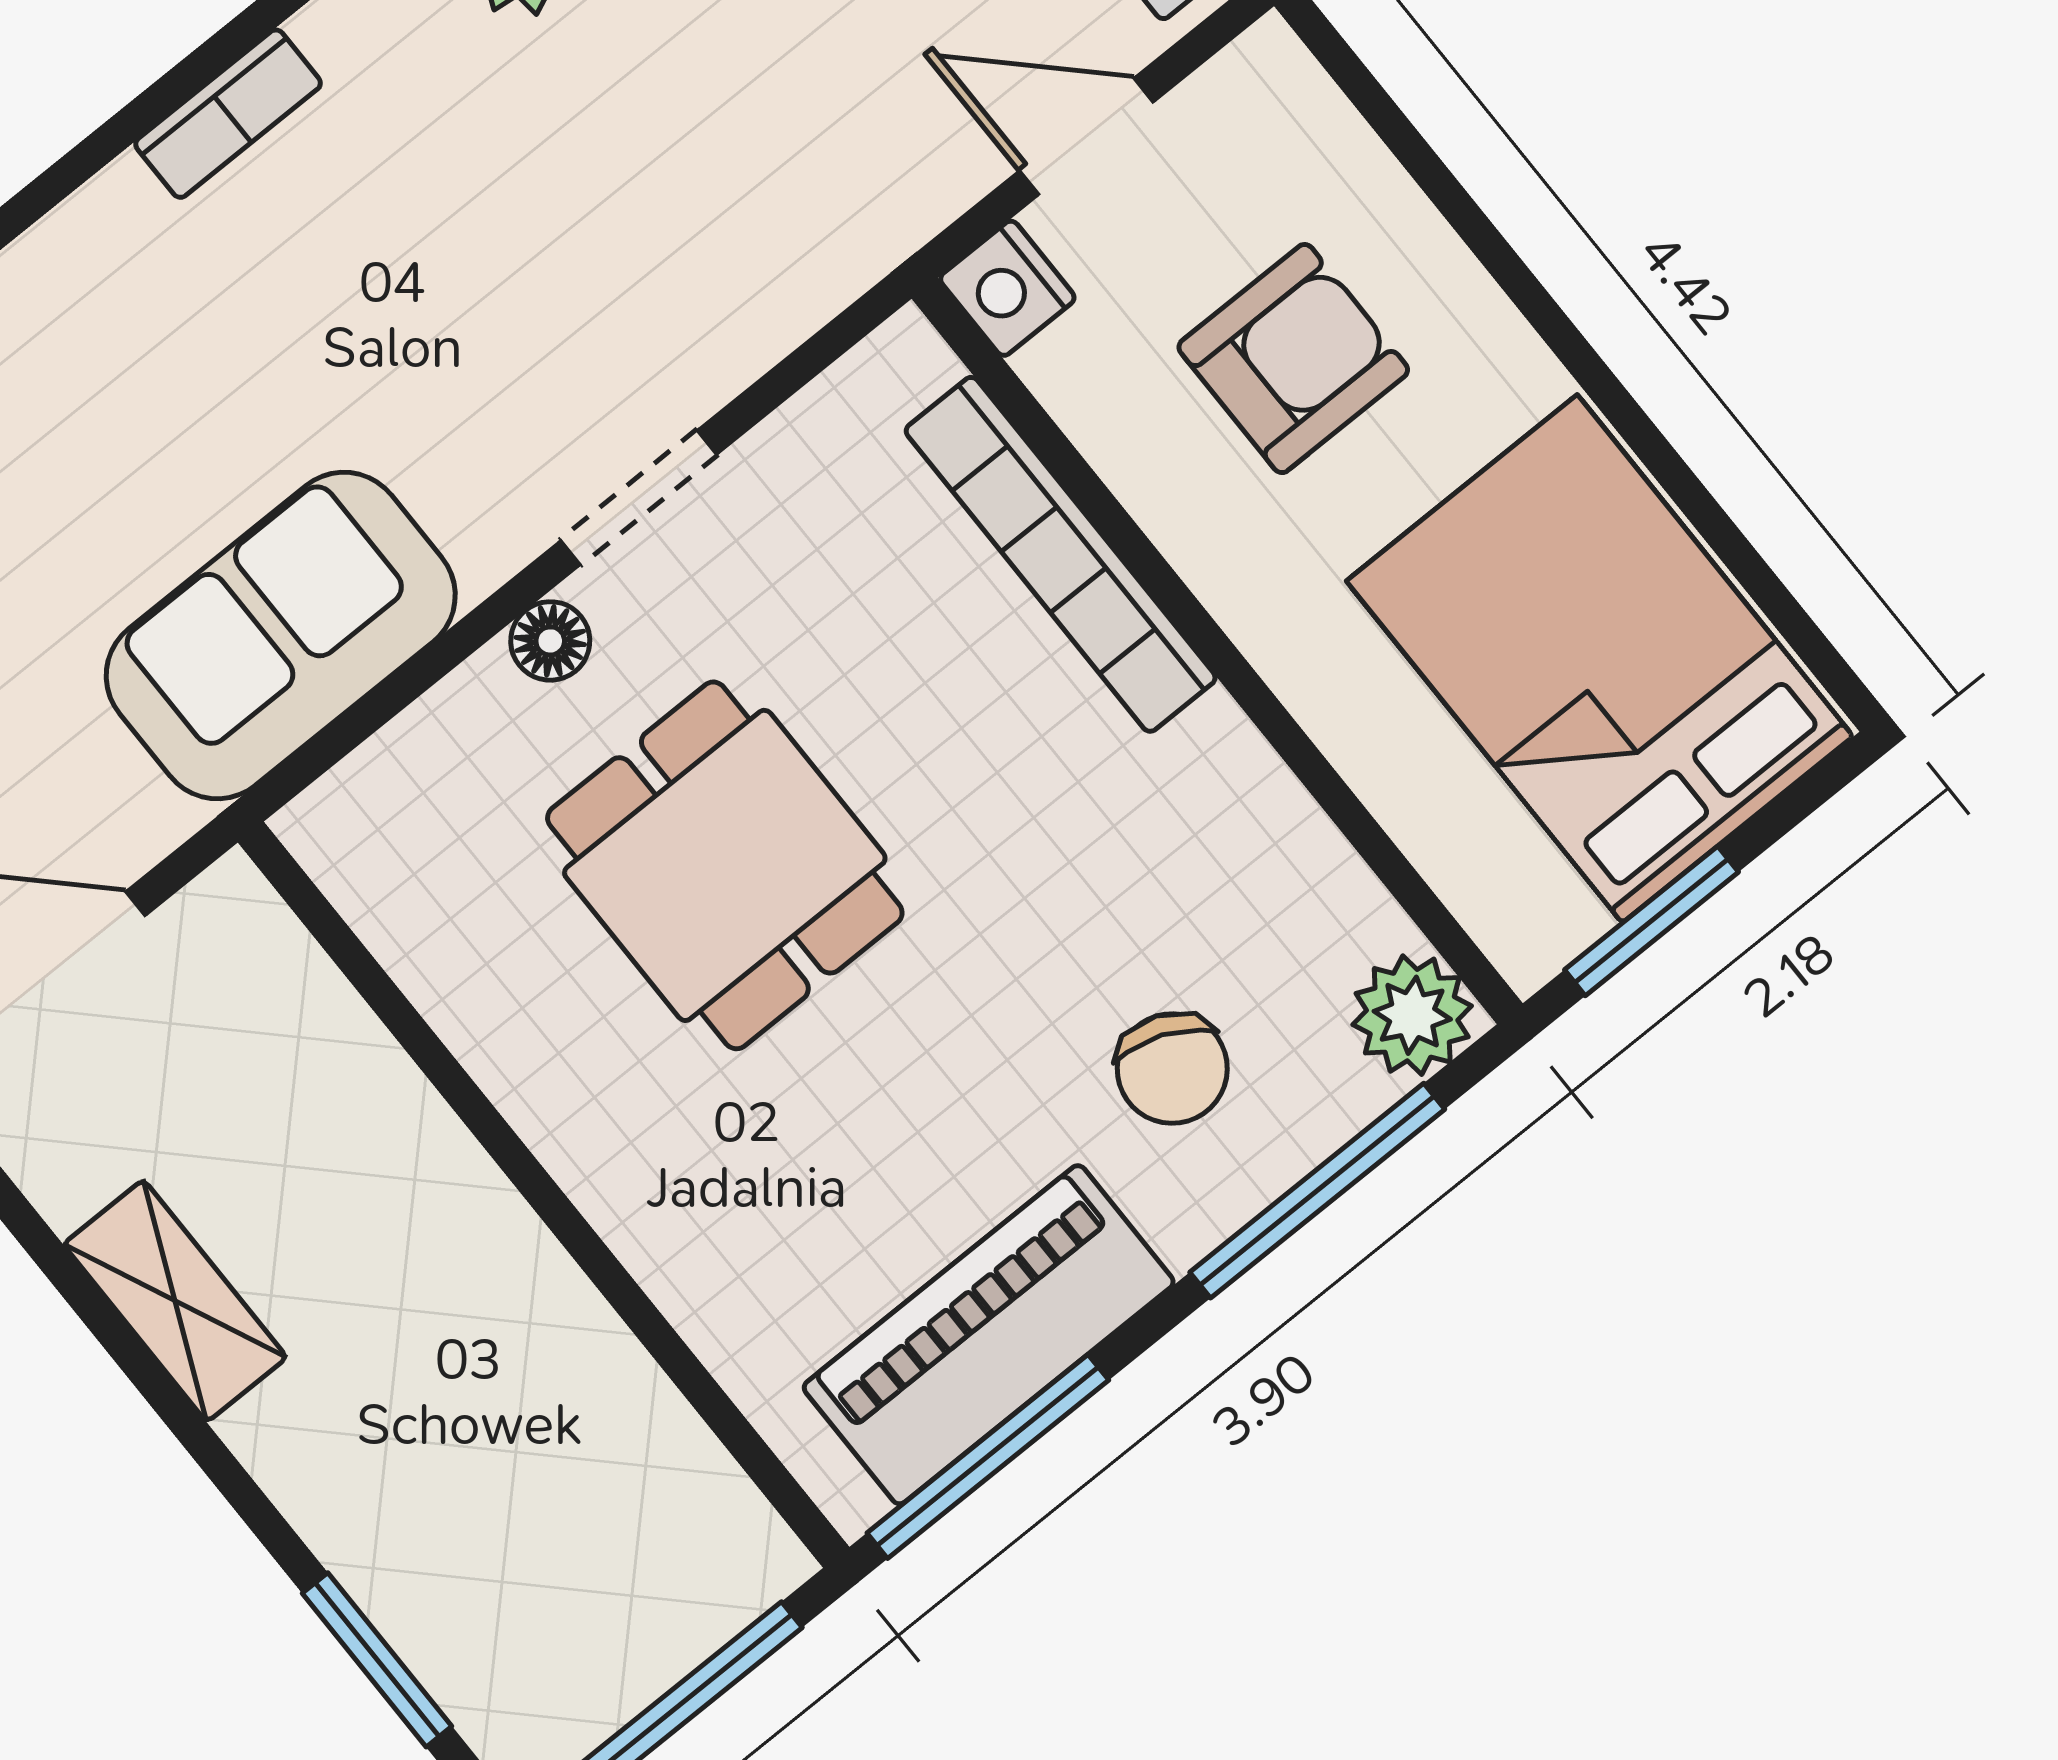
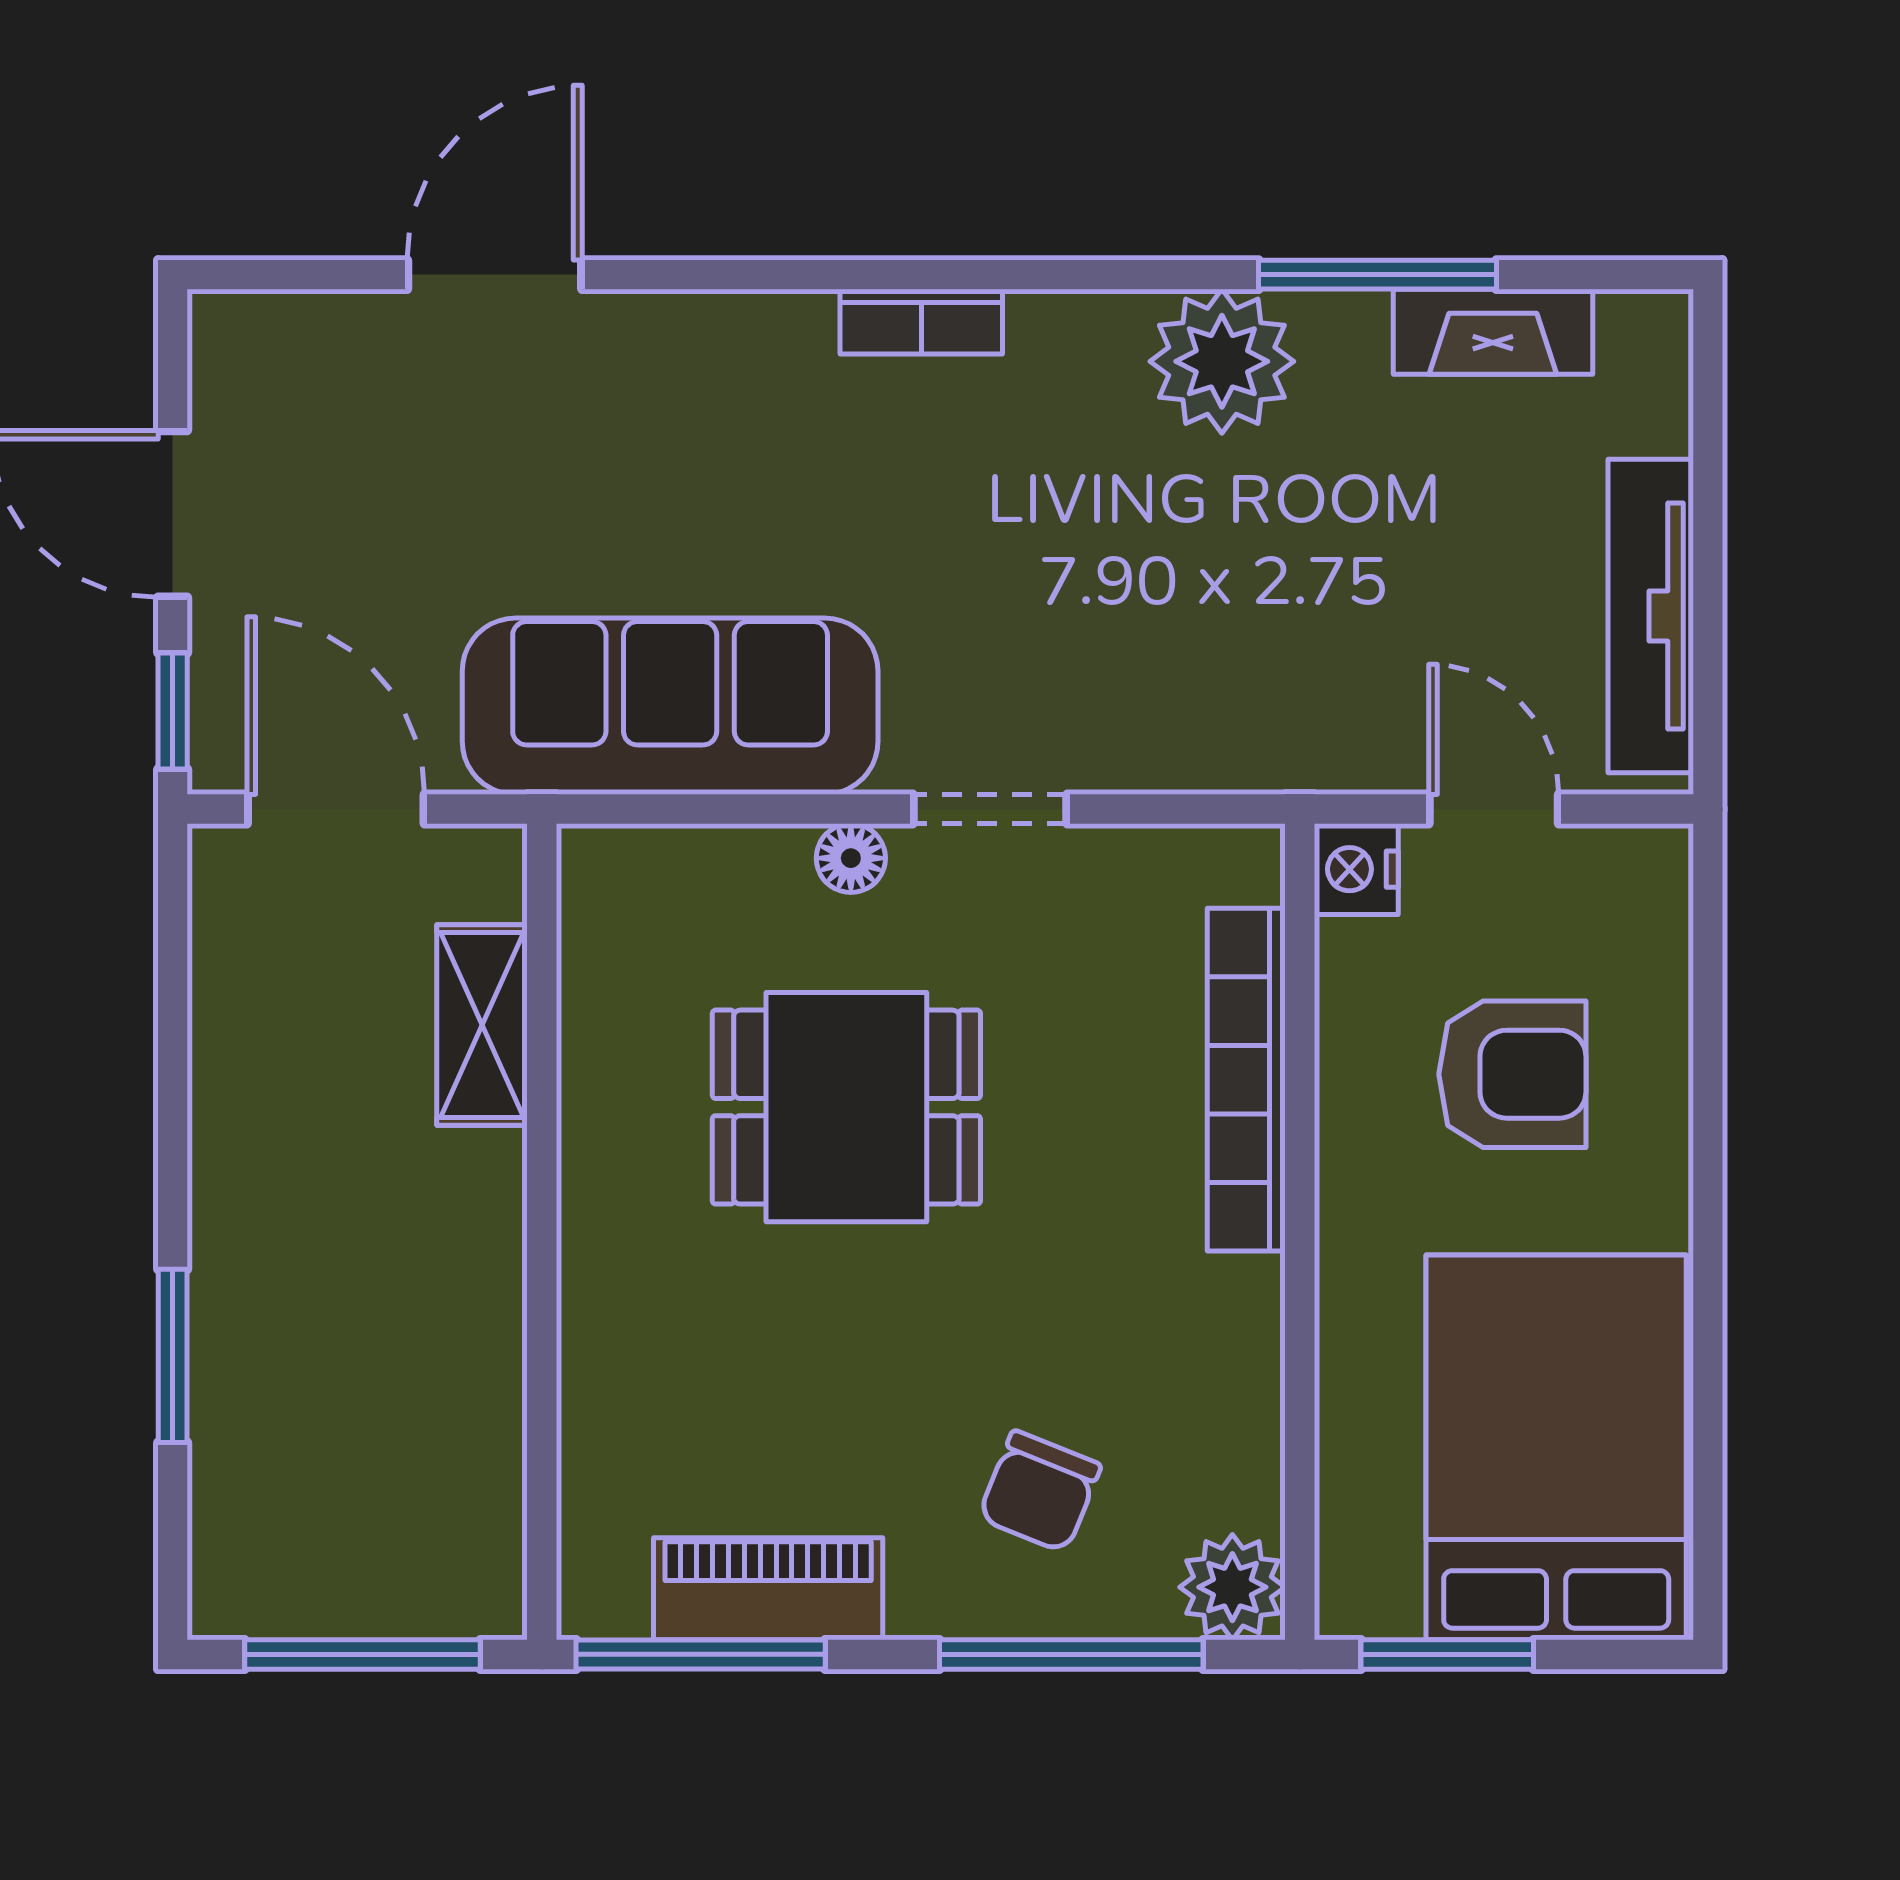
sofa: (281, 636) -> (670, 706), width x1.36
dining table: (725, 865) -> (846, 1107), turned 90
shelving: (175, 1301) -> (482, 1025), moved
piano: (989, 1335) -> (768, 1589), width x0.73, depth x0.75
window: (377, 1660) -> (173, 1356), moved

